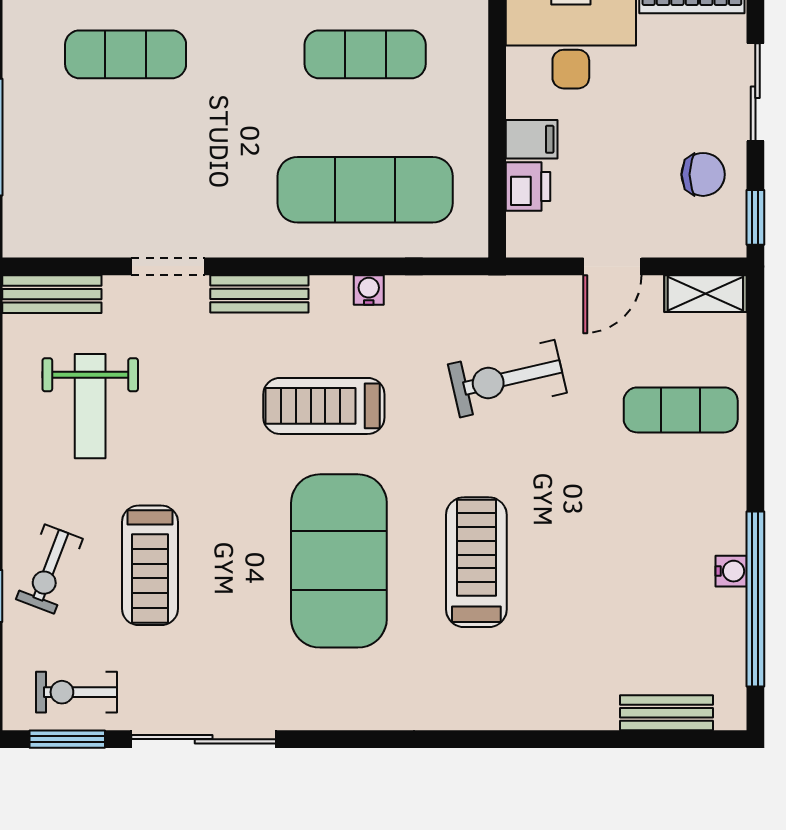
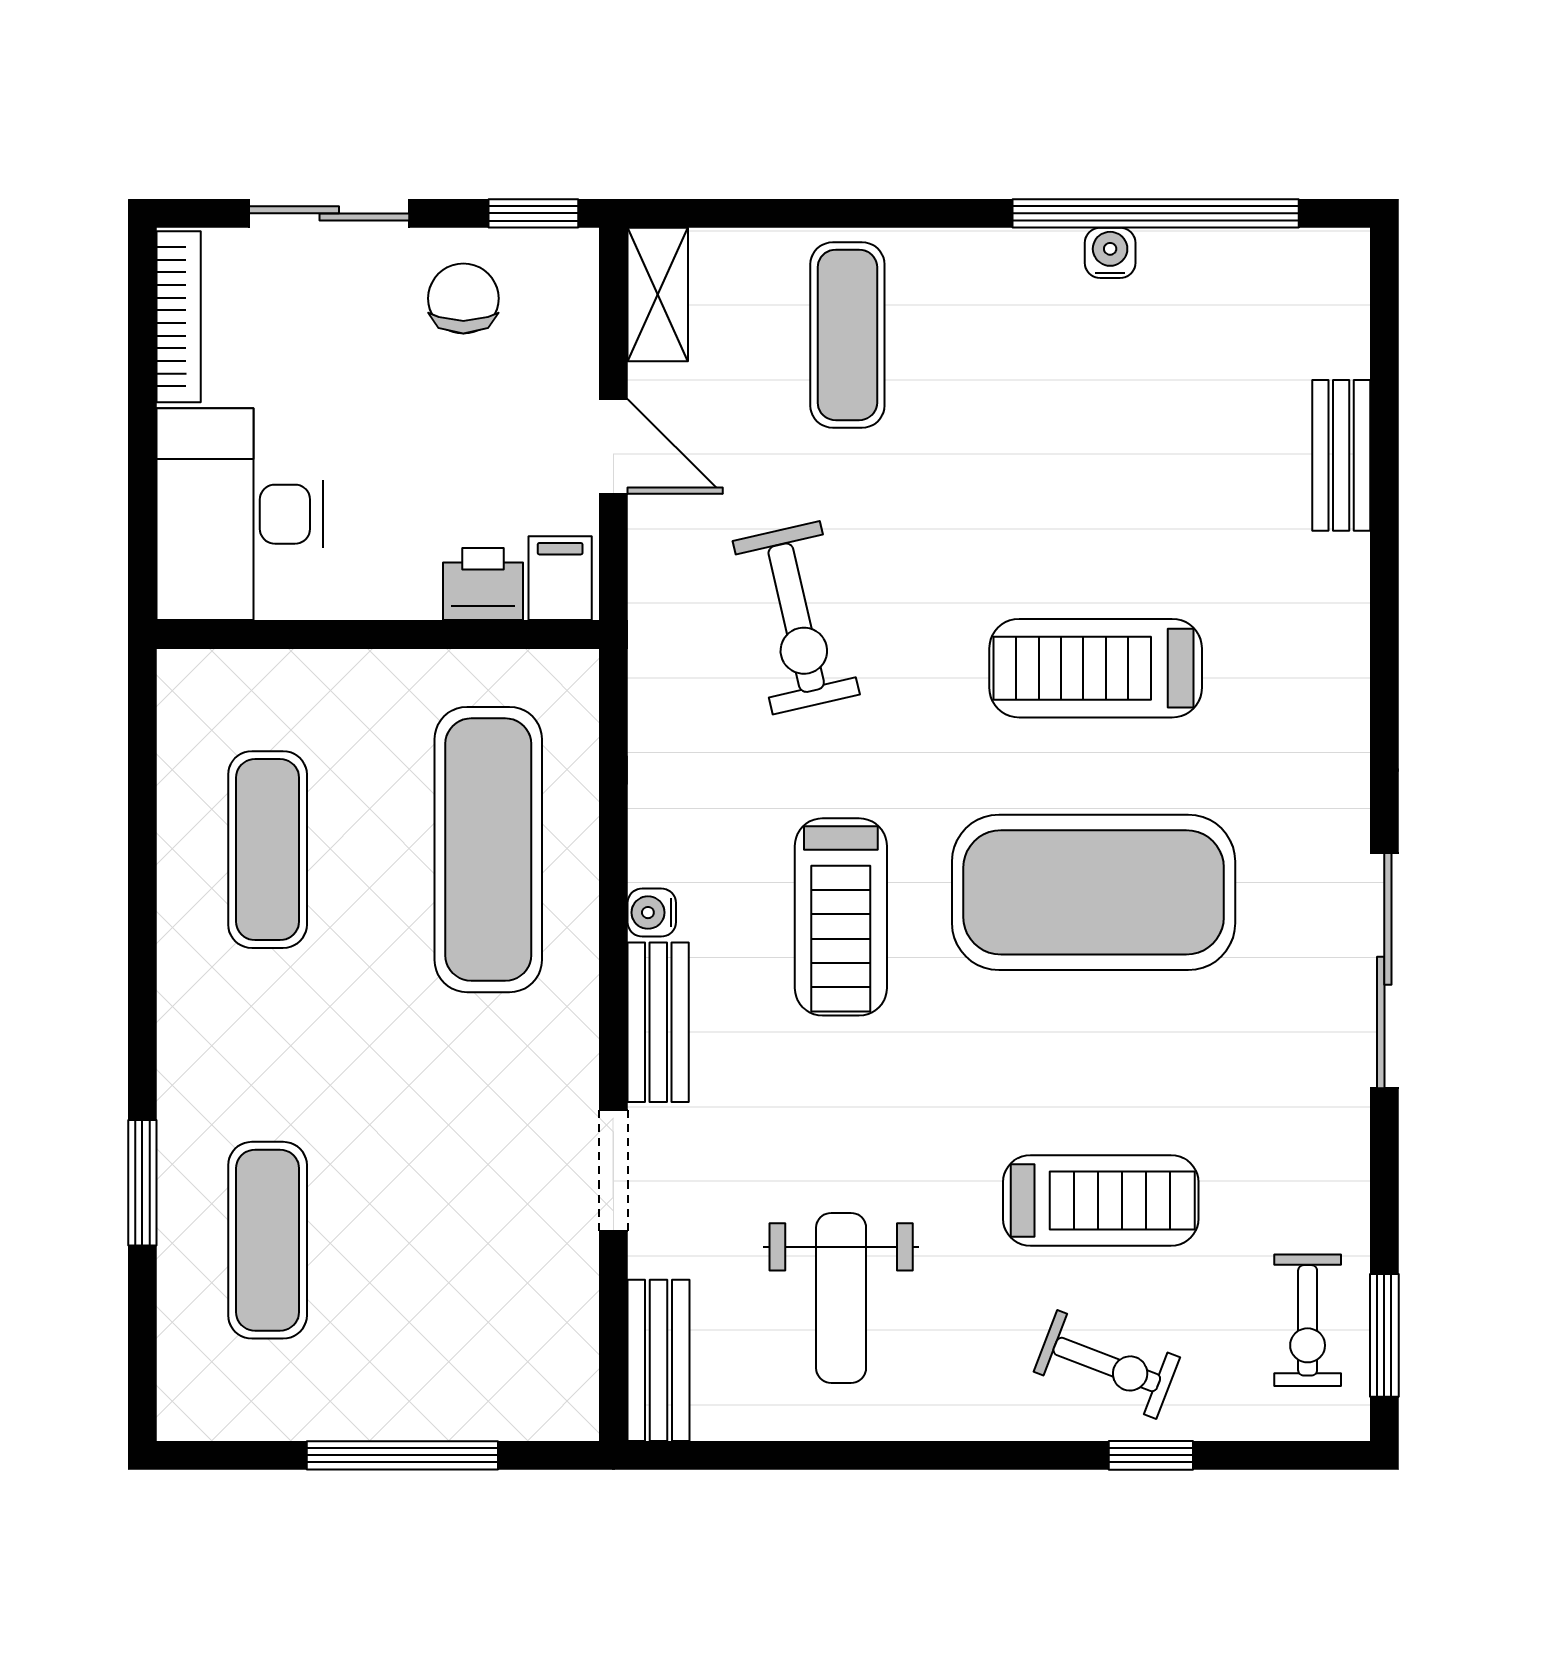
filing cabinet: (532, 139) -> (560, 578), moved
water cooler: (369, 290) -> (652, 913), moved
weight bench: (90, 406) -> (841, 1298), turned 90
bench: (667, 713) -> (1341, 455), moved
sliding door: (204, 739) -> (1384, 971), moved

